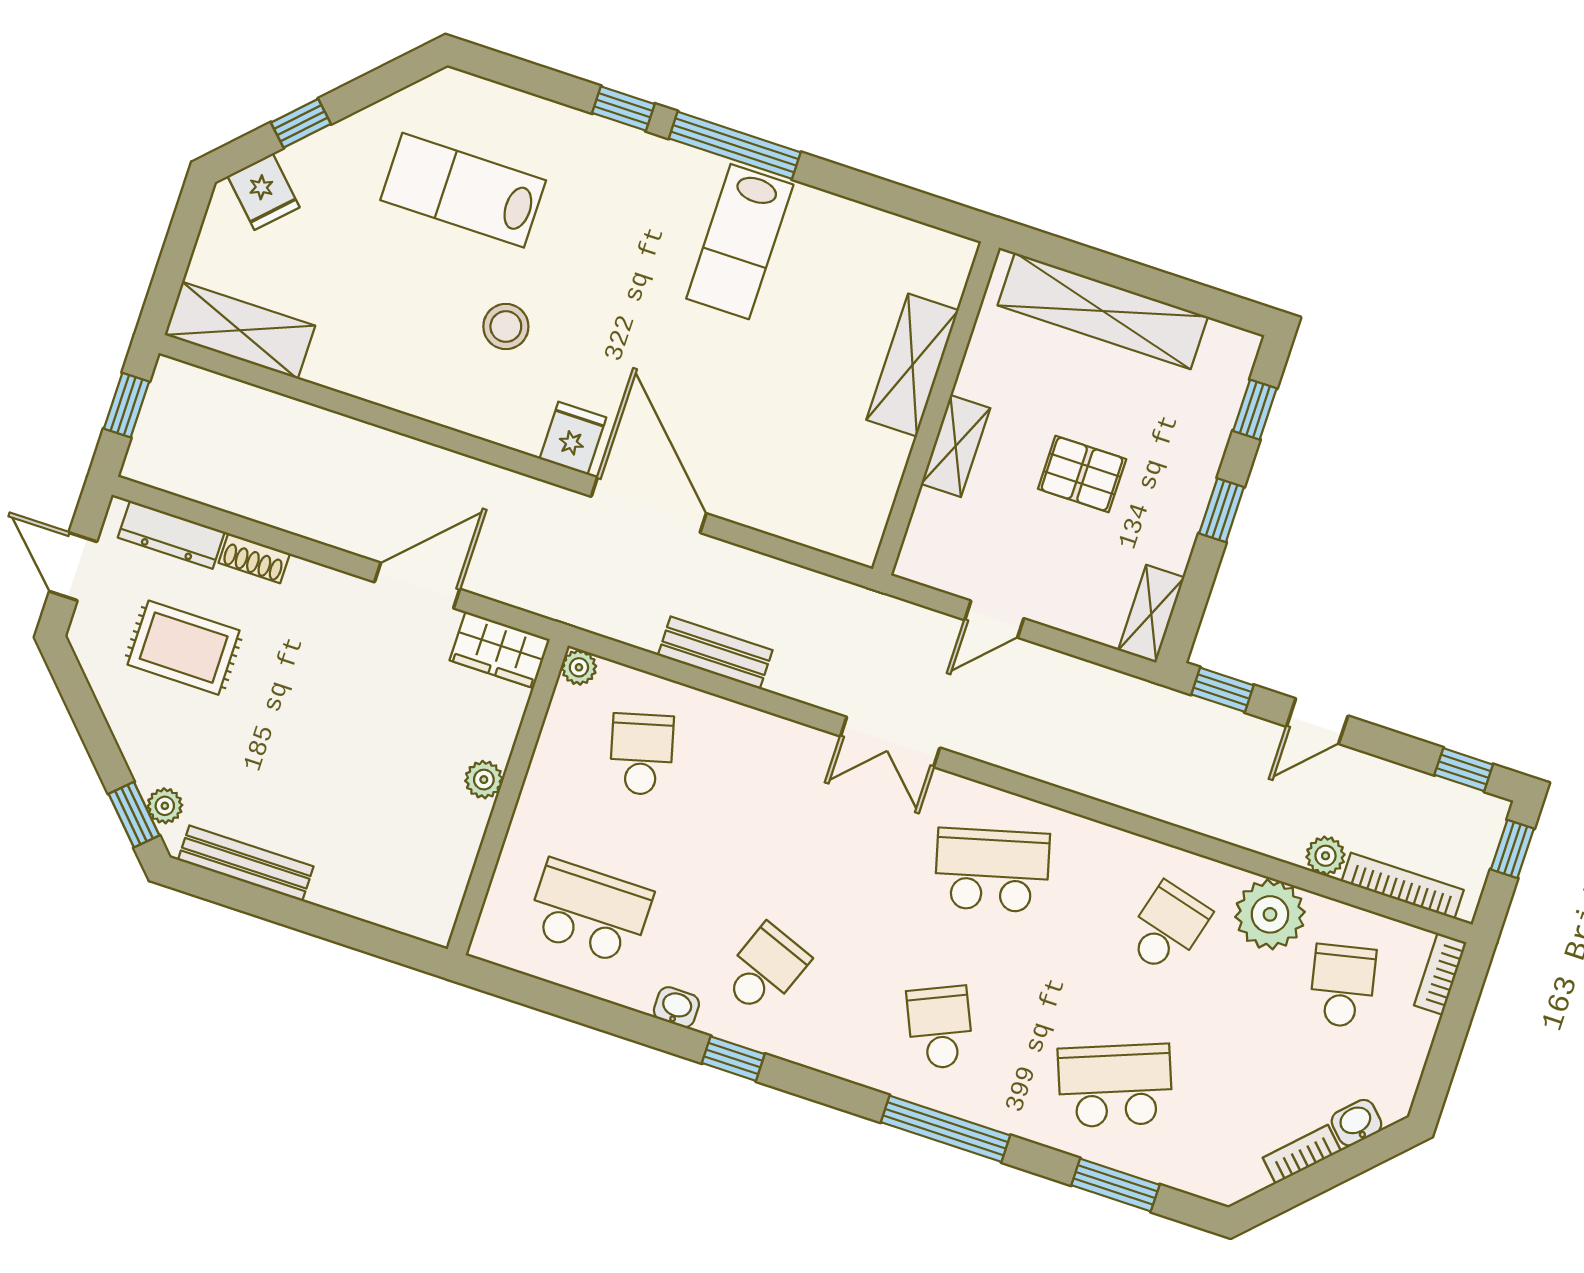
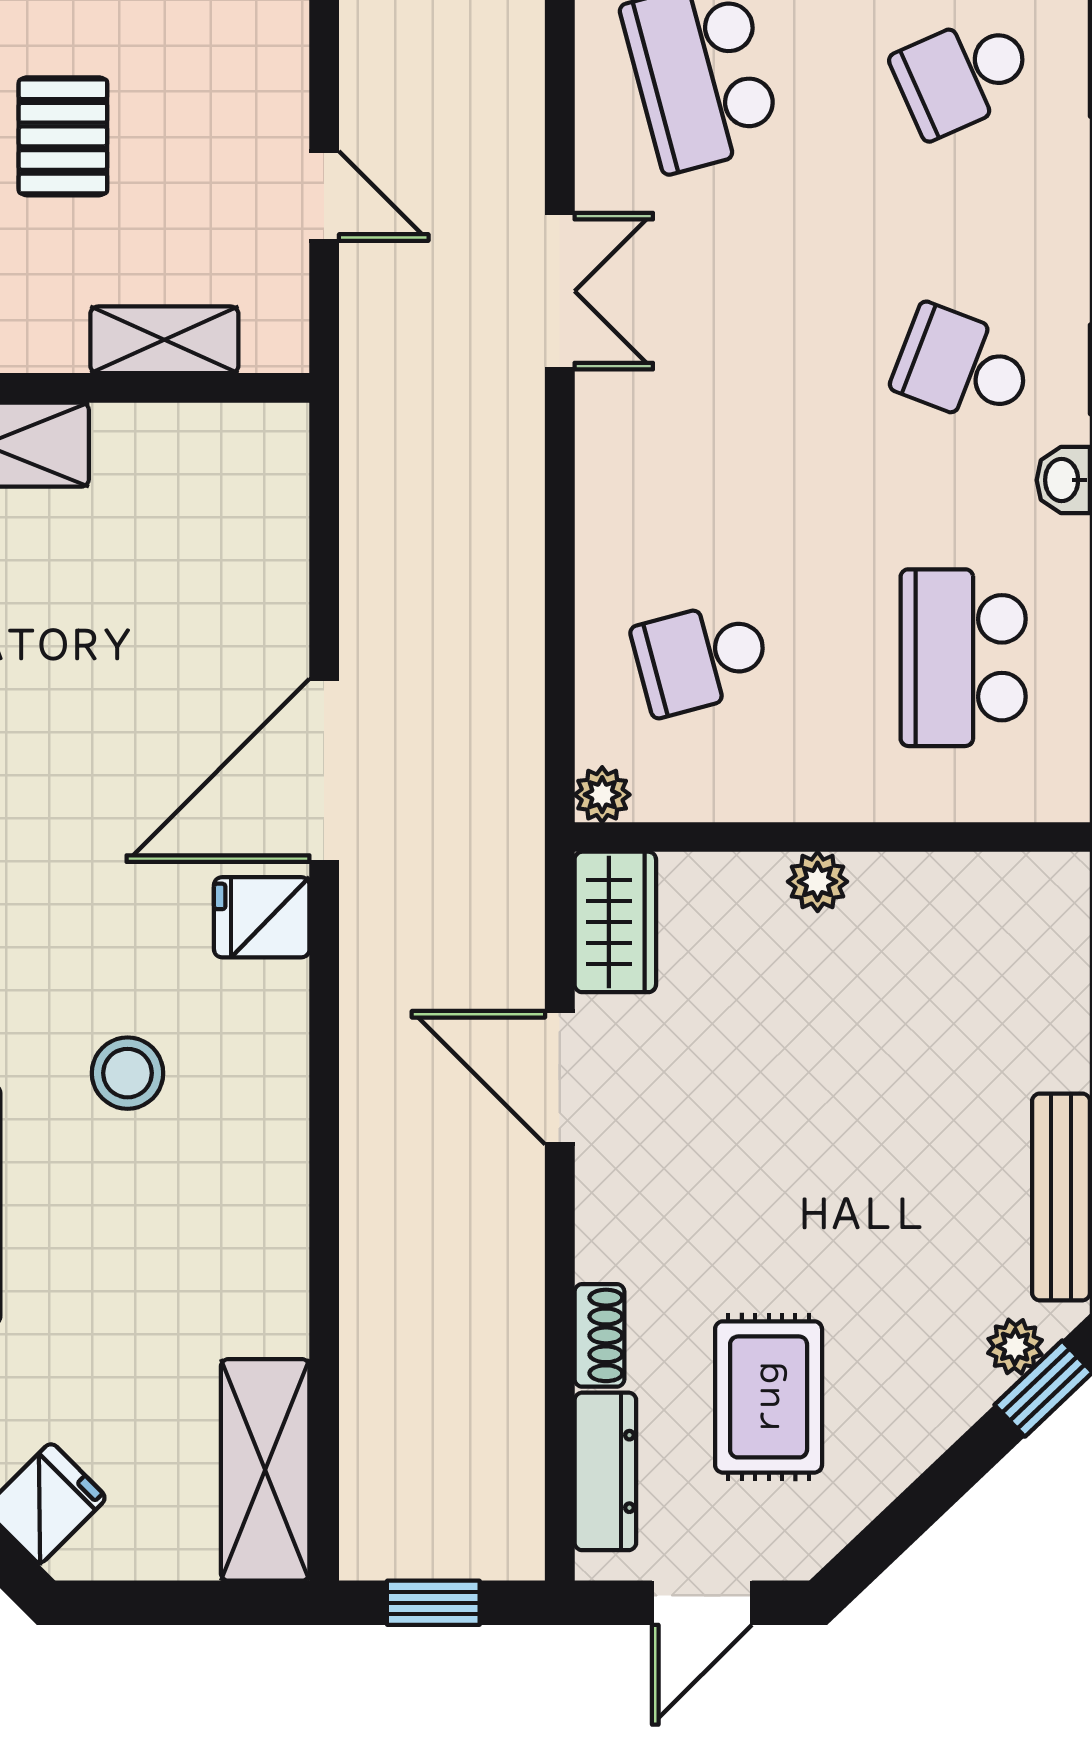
shelving: (956, 446) -> (164, 340), moved
bench: (715, 653) -> (513, 598), removed

